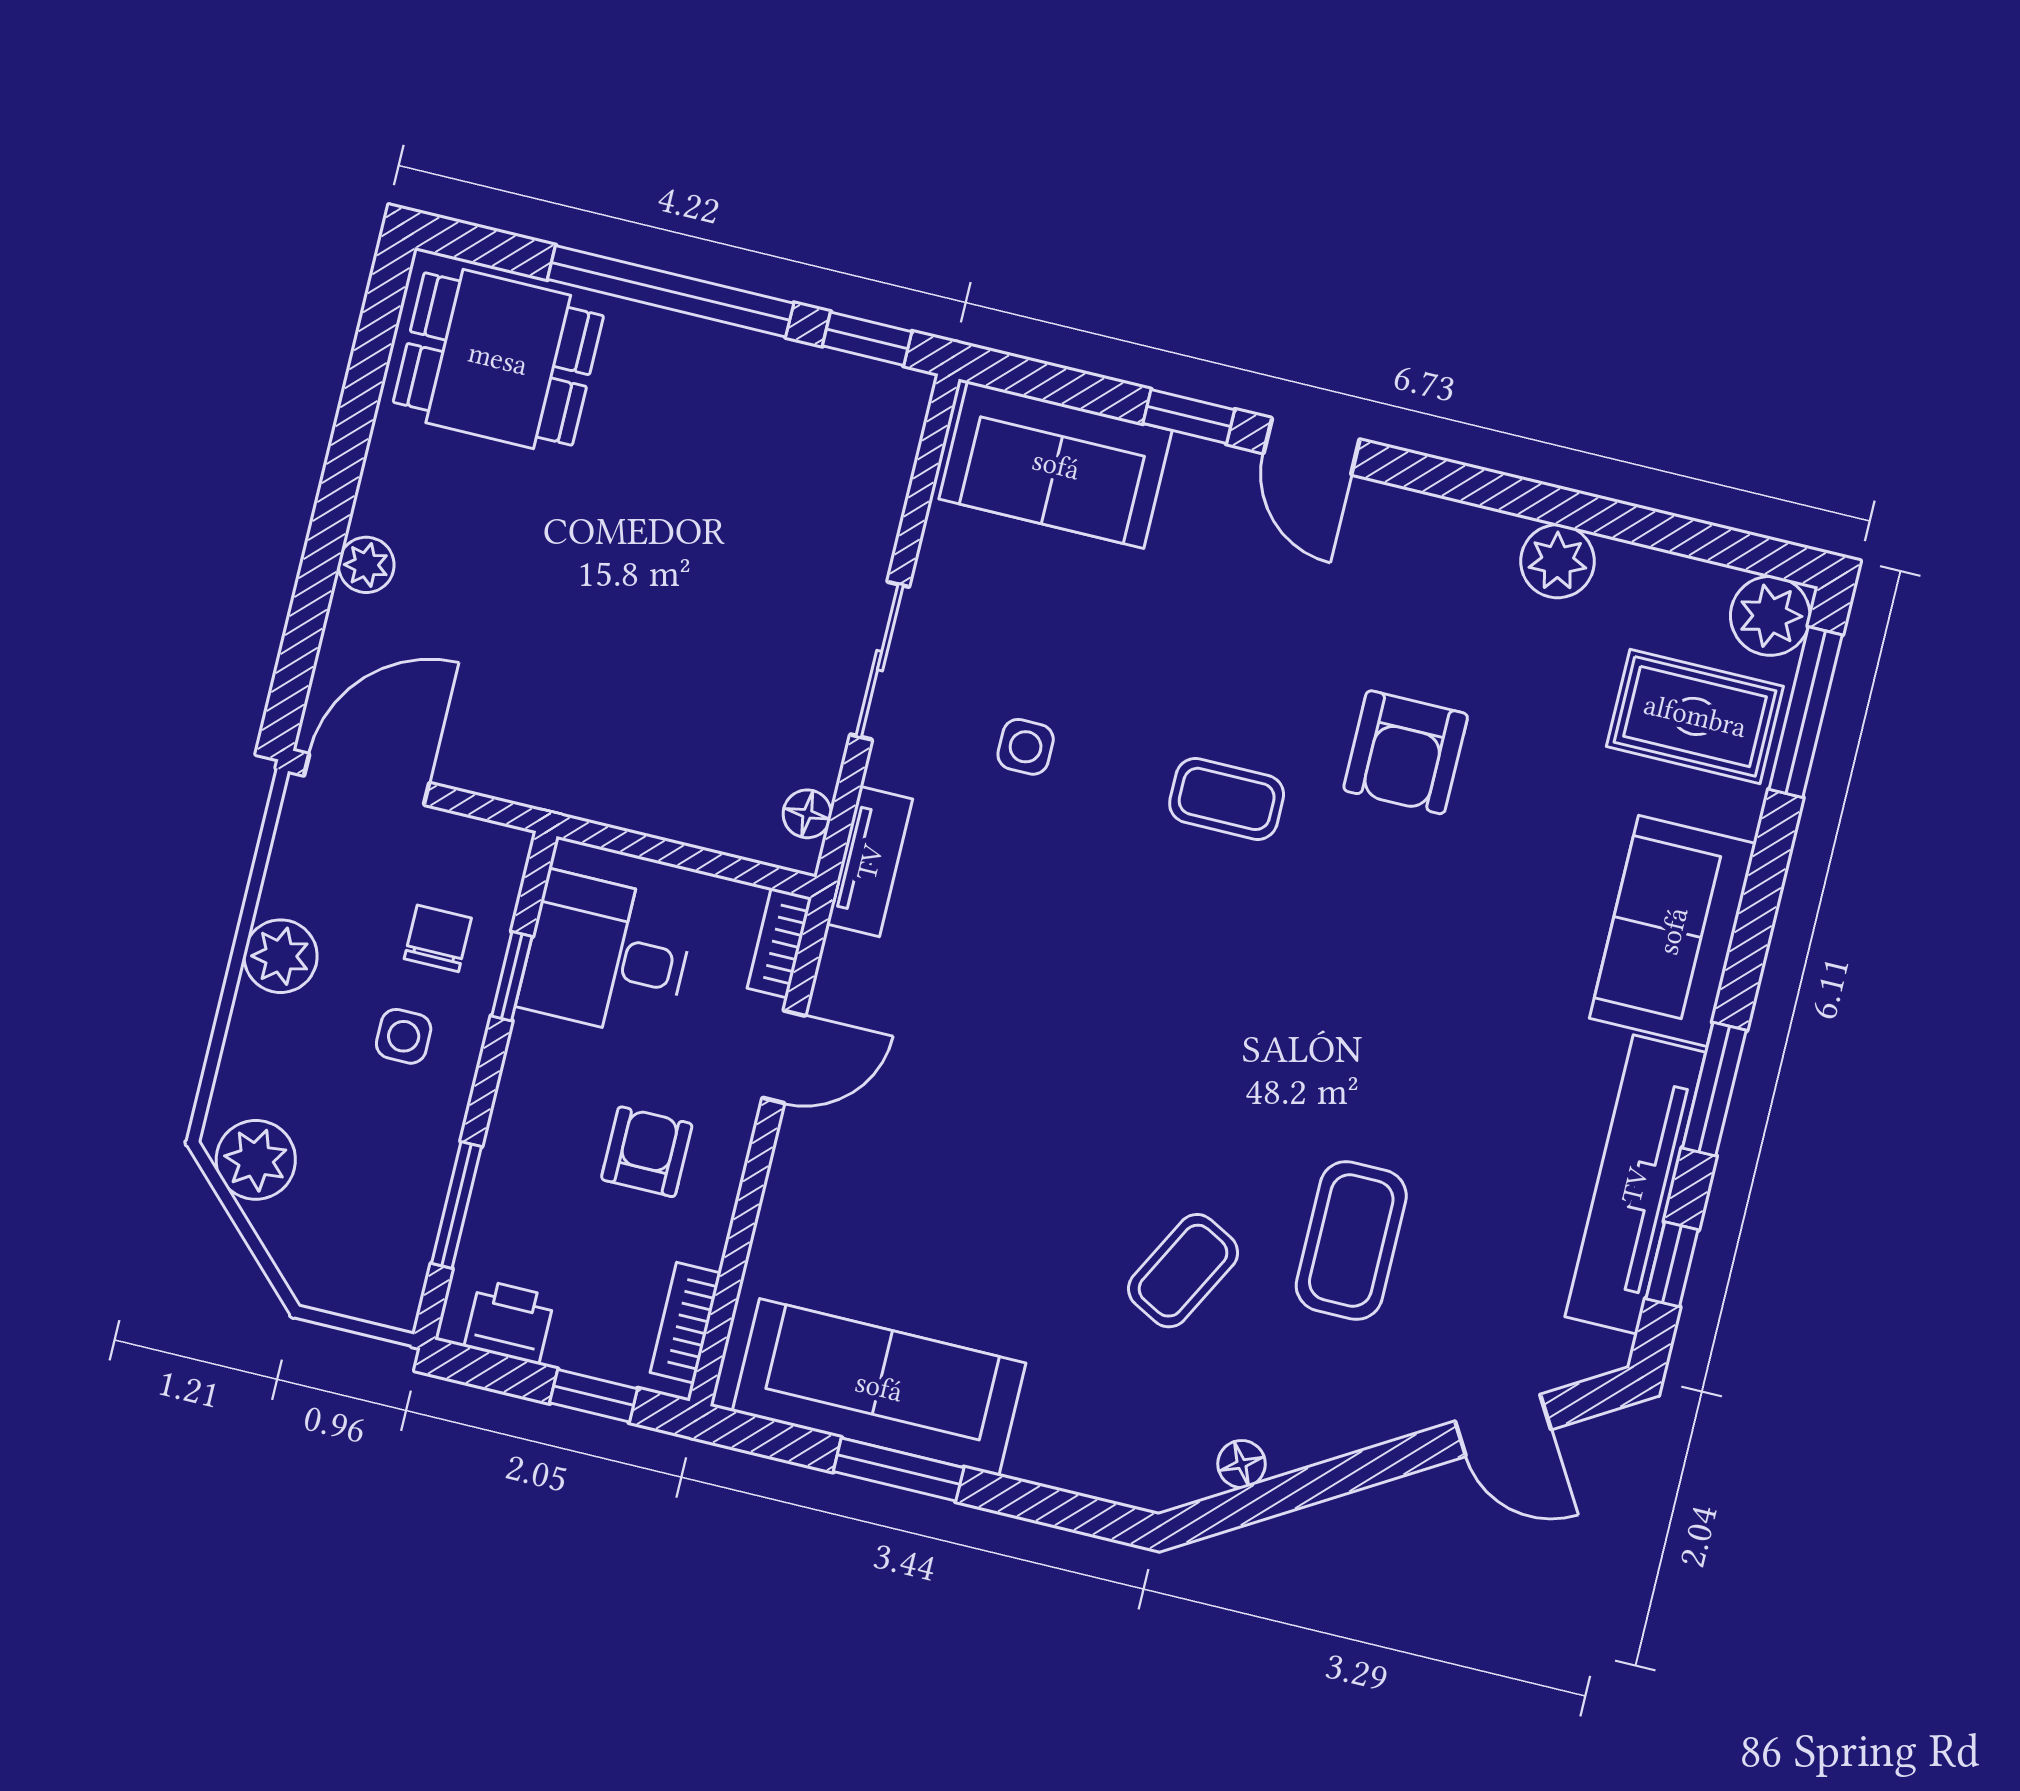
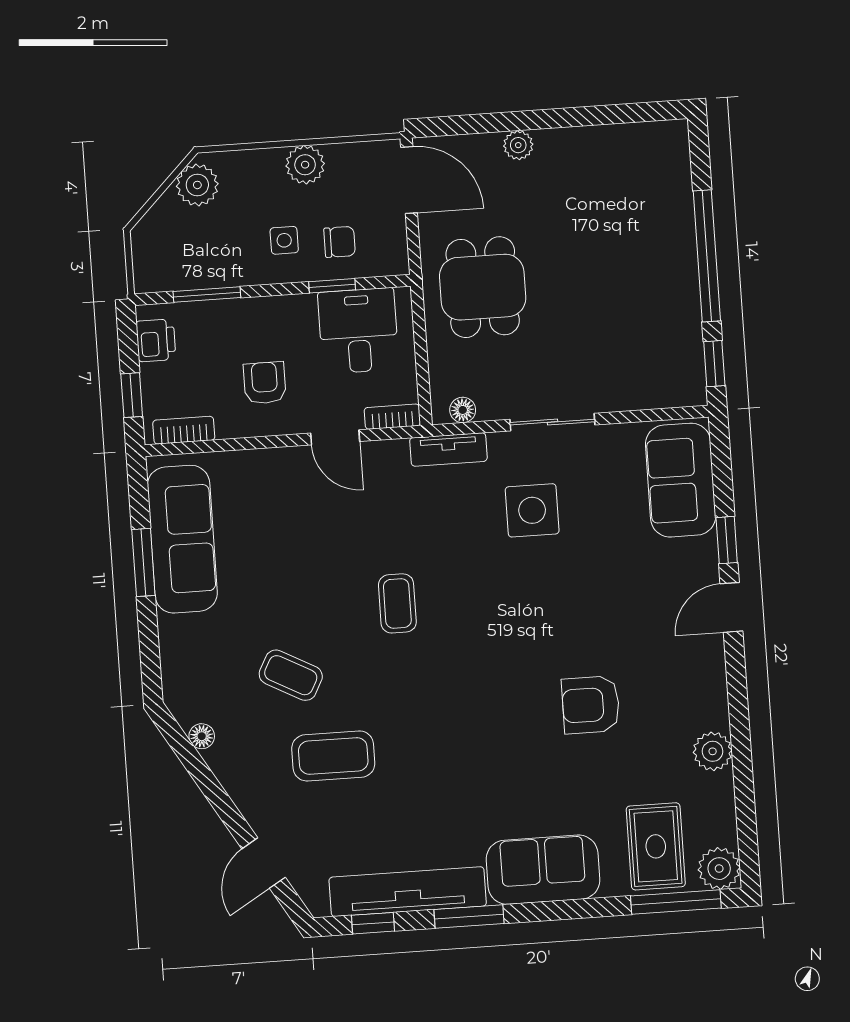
dining table: (498, 359) -> (483, 287), moved
side table: (1026, 747) -> (532, 510), width x1.87, depth x1.87
coffee table: (1227, 799) -> (397, 603), moved
armchair: (647, 1152) -> (265, 383), turned -90

